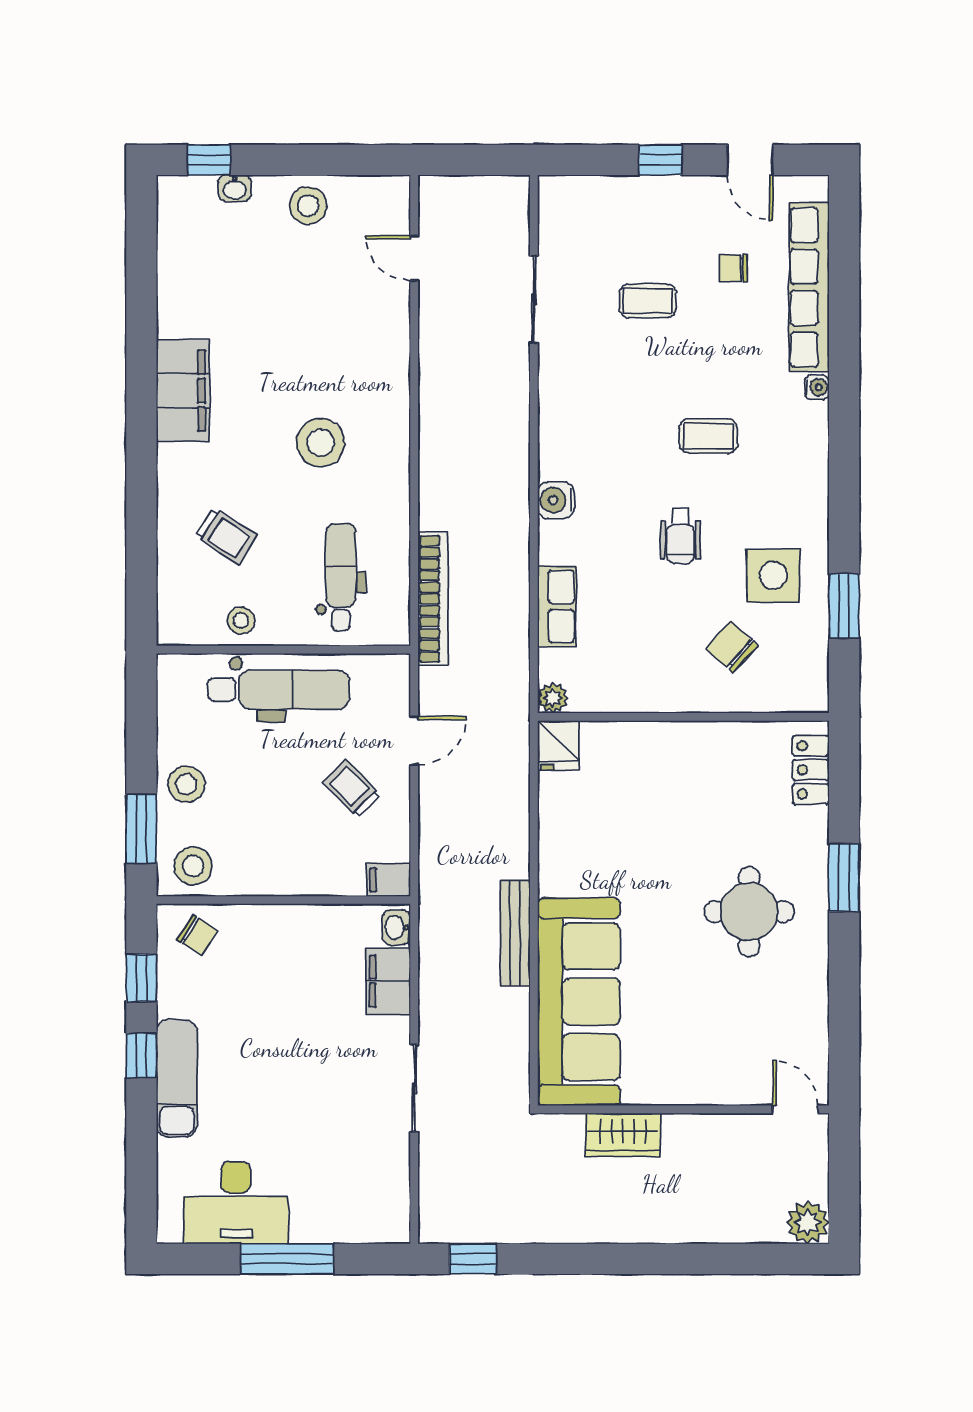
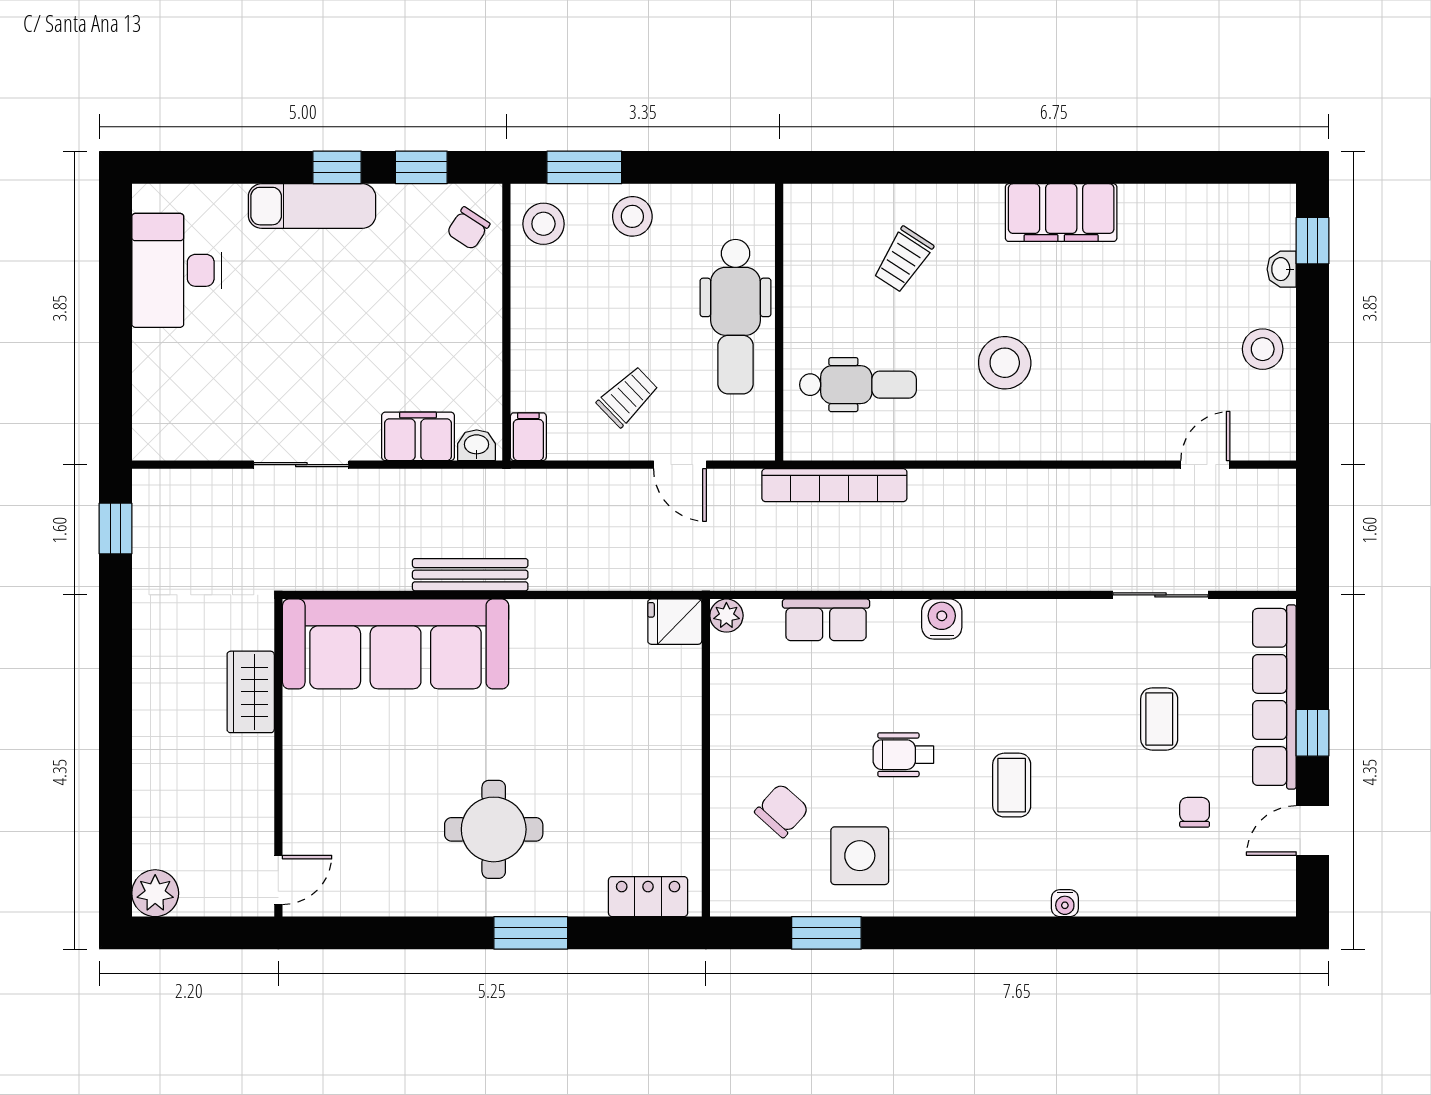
row of seats: (809, 287) -> (1274, 697), moved, turned -90
stool: (241, 620) -> (811, 276), removed
window: (287, 1259) -> (115, 326), removed

